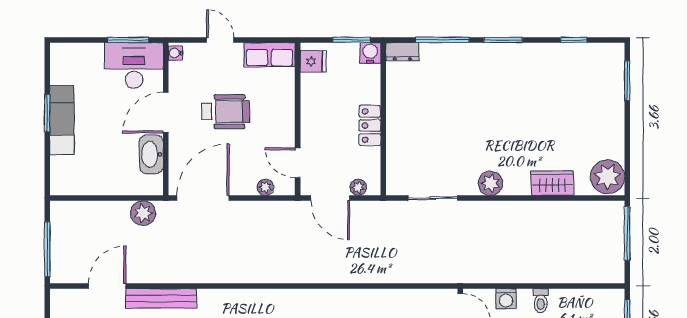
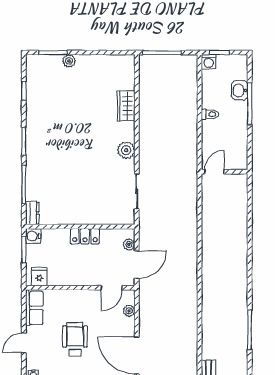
plant: (608, 177) -> (69, 61), moved, width x0.53, depth x0.53
washing machine: (506, 299) -> (209, 62), moved, turned 90

